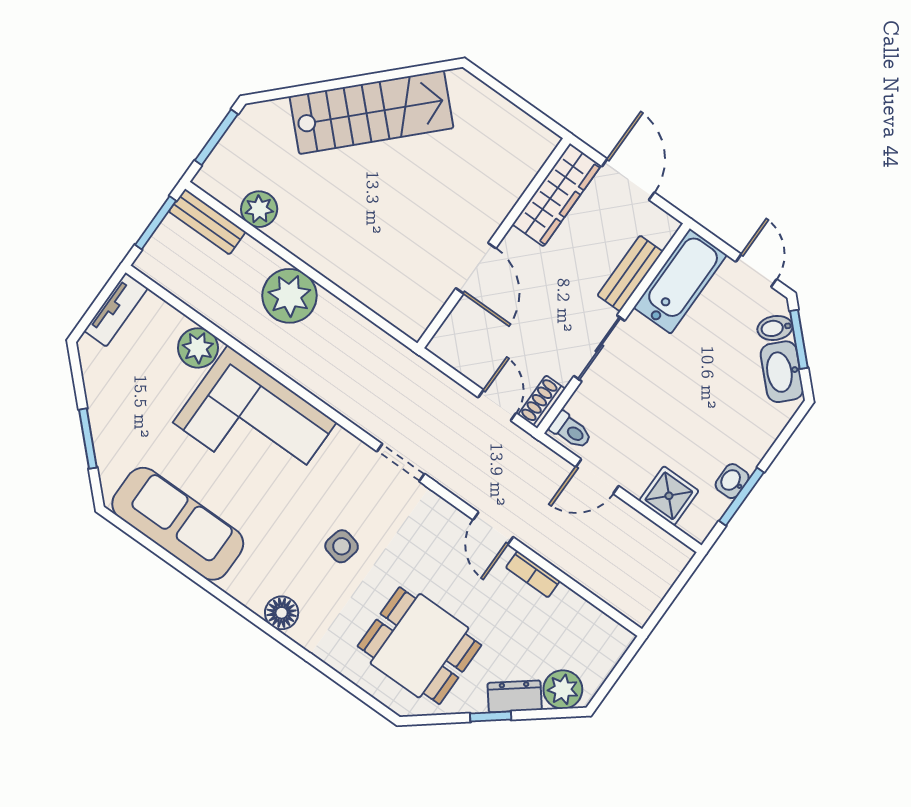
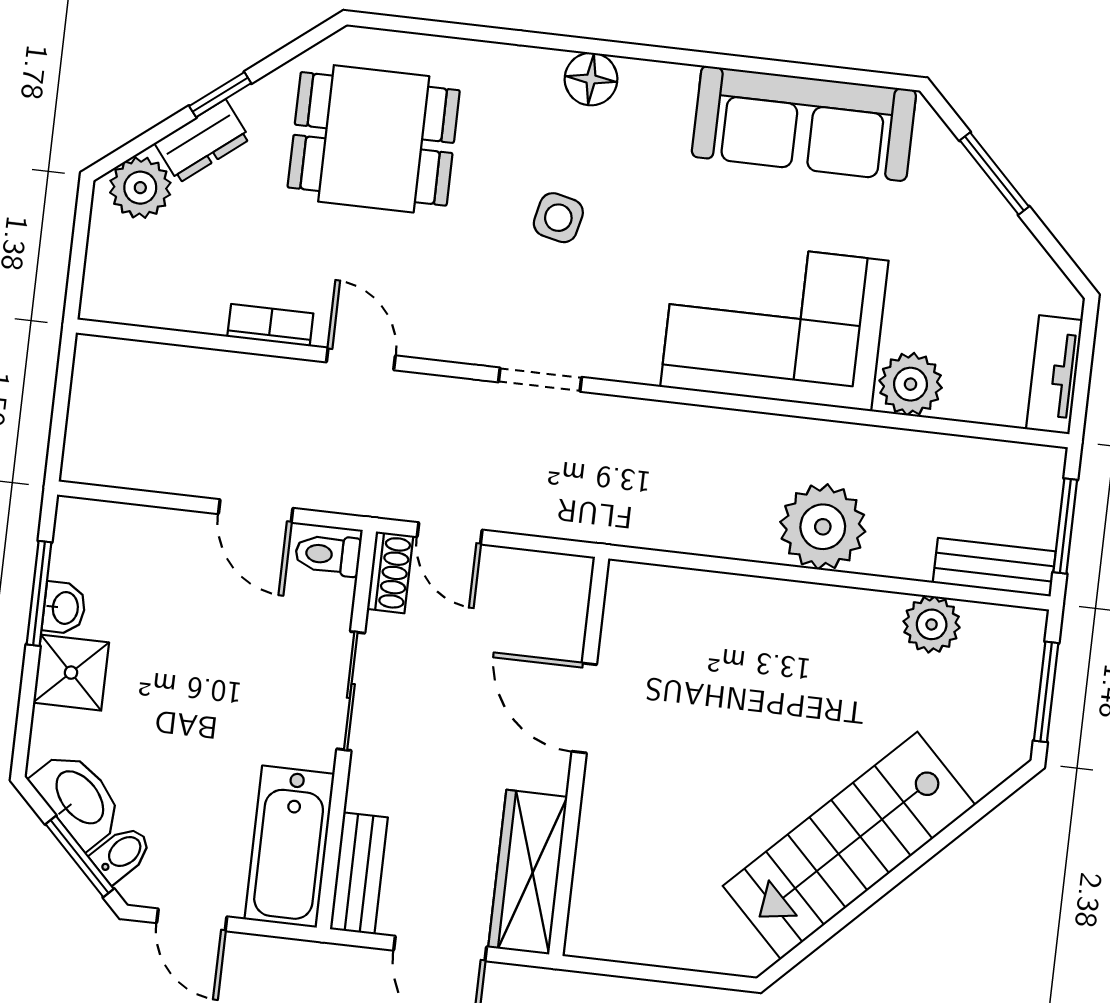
bench: (630, 273) -> (359, 873), moved
door: (597, 476) -> (256, 511), swing flipped
shower: (669, 496) -> (71, 673), moved

